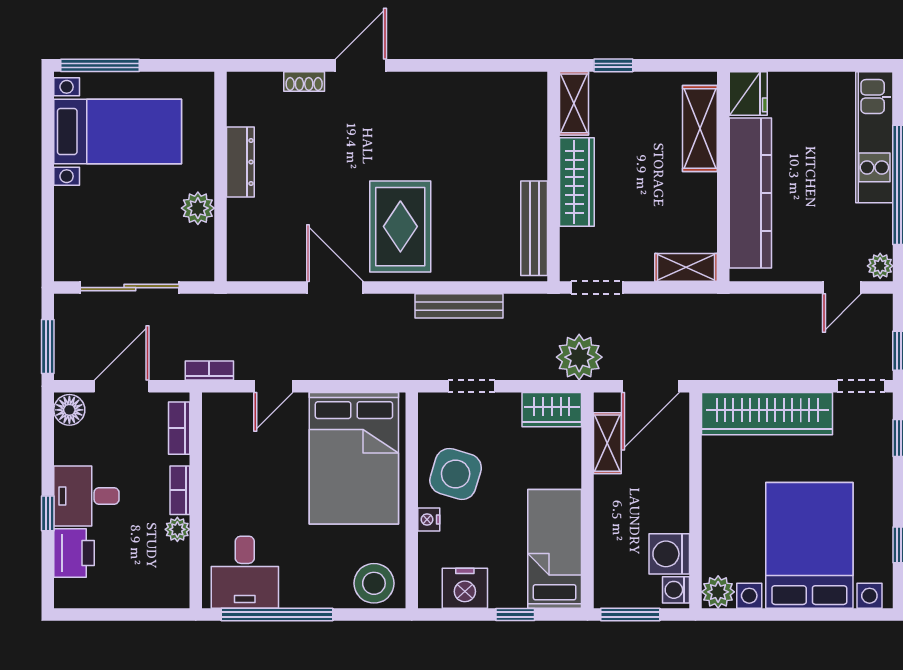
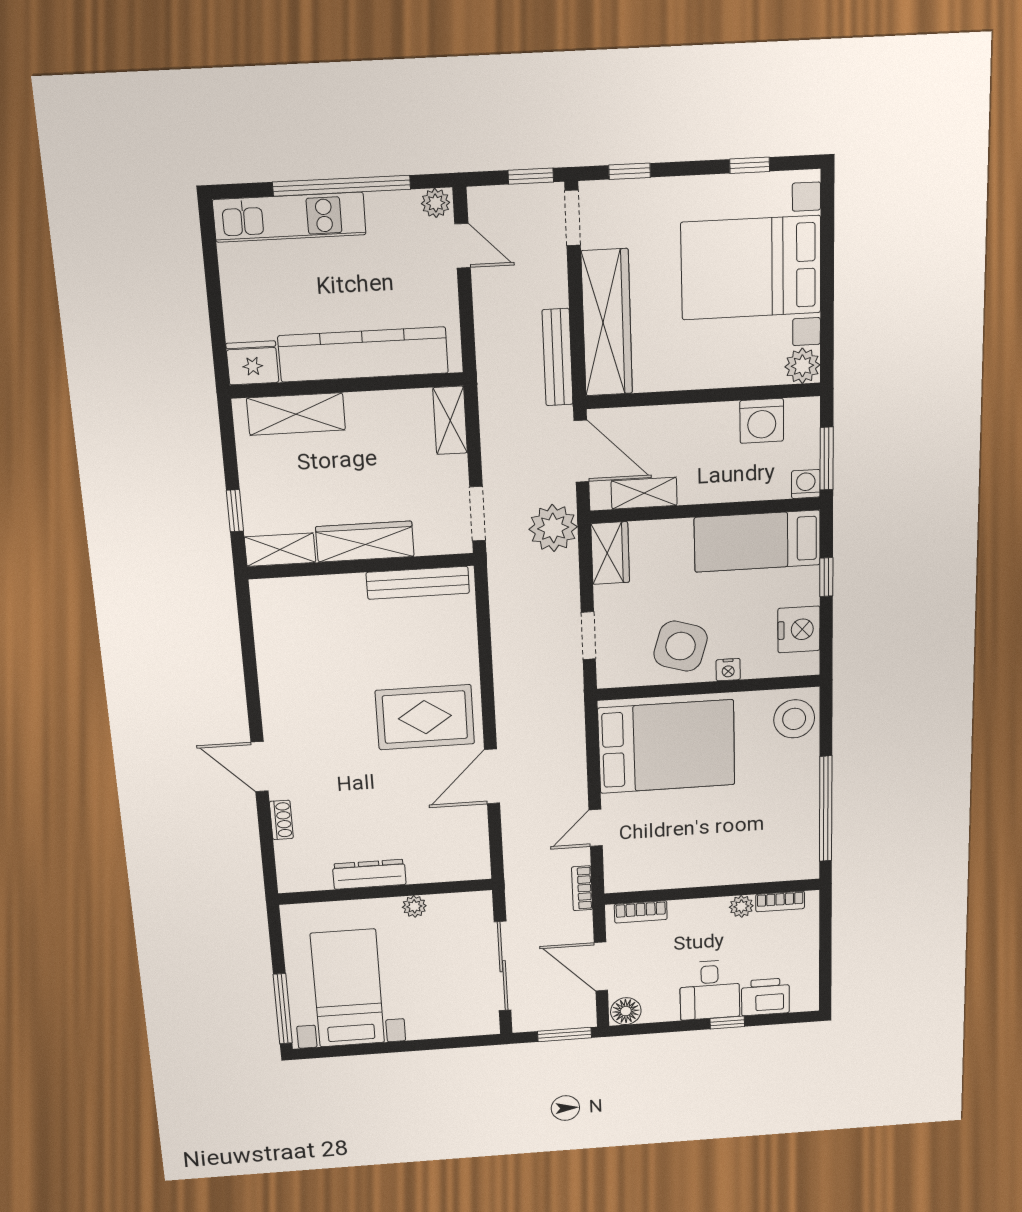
plant: (198, 208) -> (414, 906), width x0.73, depth x0.73
bench: (459, 306) -> (558, 357), moved
door: (273, 386) -> (596, 828), swing flipped
bookcase: (180, 490) -> (780, 901), moved
desk: (245, 572) -> (783, 842), removed
washing machine: (676, 590) -> (806, 484), moved, turned 180

